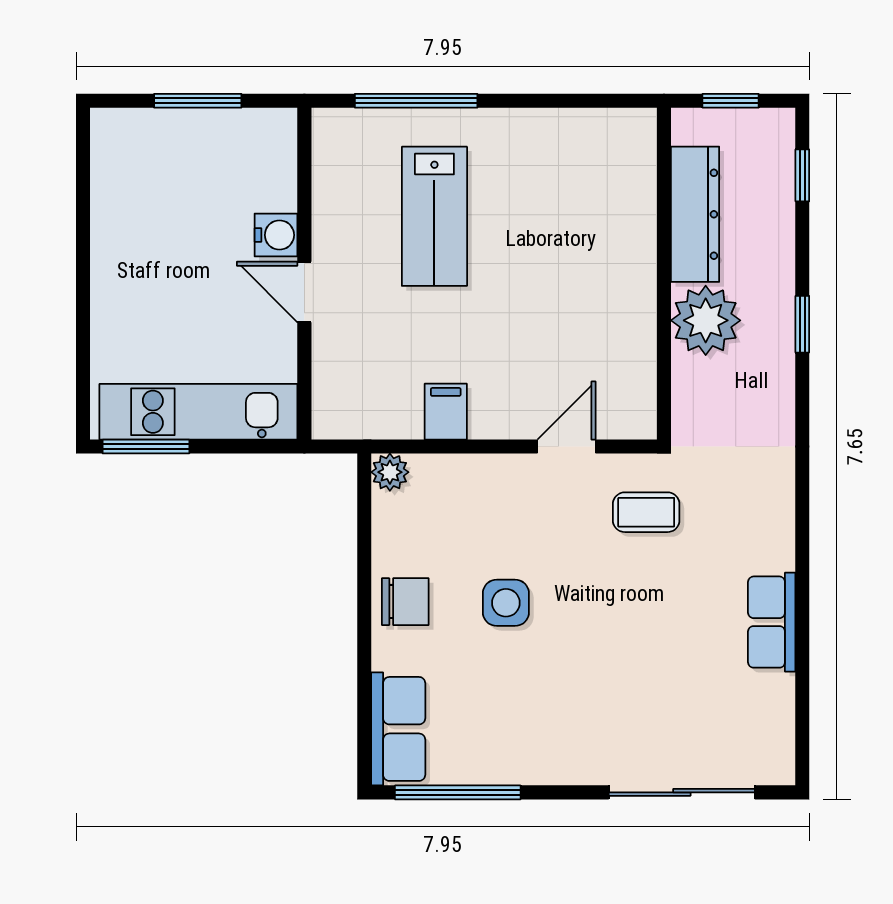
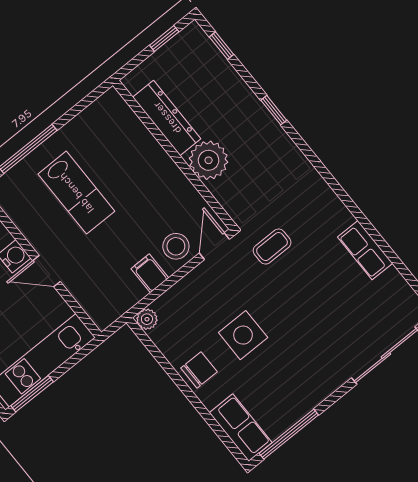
dresser: (695, 214) -> (167, 118), moved
wall: (664, 274) -> (174, 155), moved
plant: (706, 320) -> (209, 160), moved
stool: (513, 403) -> (176, 246), added
side table: (506, 603) -> (243, 335), width x1.37, depth x1.37

